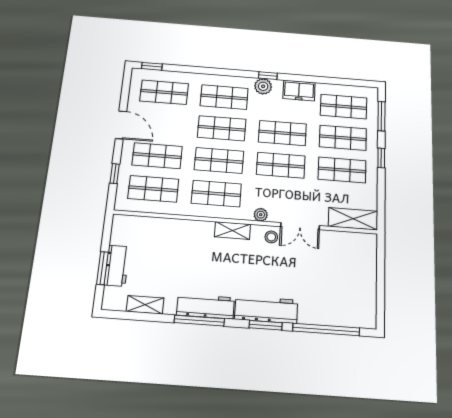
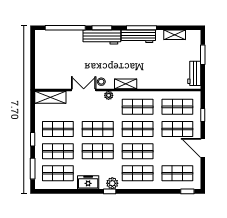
workbench: (117, 266) -> (194, 73), moved

